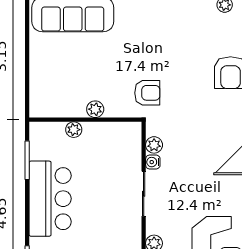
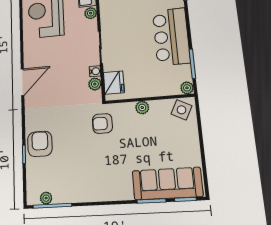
side table: (47, 102) -> (182, 110), added
plant: (74, 130) -> (187, 88), moved
fridge: (129, 145) -> (114, 83), added

